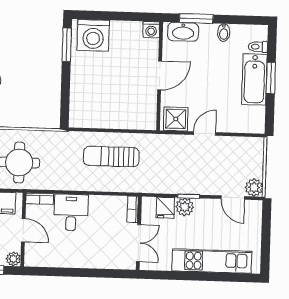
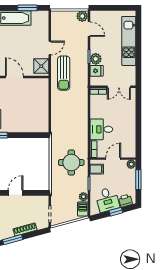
window: (271, 78) -> (27, 8), moved
door: (205, 134) -> (50, 48), swing flipped
sun lounger: (111, 157) -> (64, 73), moved
door: (233, 198) -> (89, 29), hinge flipped
double door: (139, 243) -> (119, 87), swing flipped

